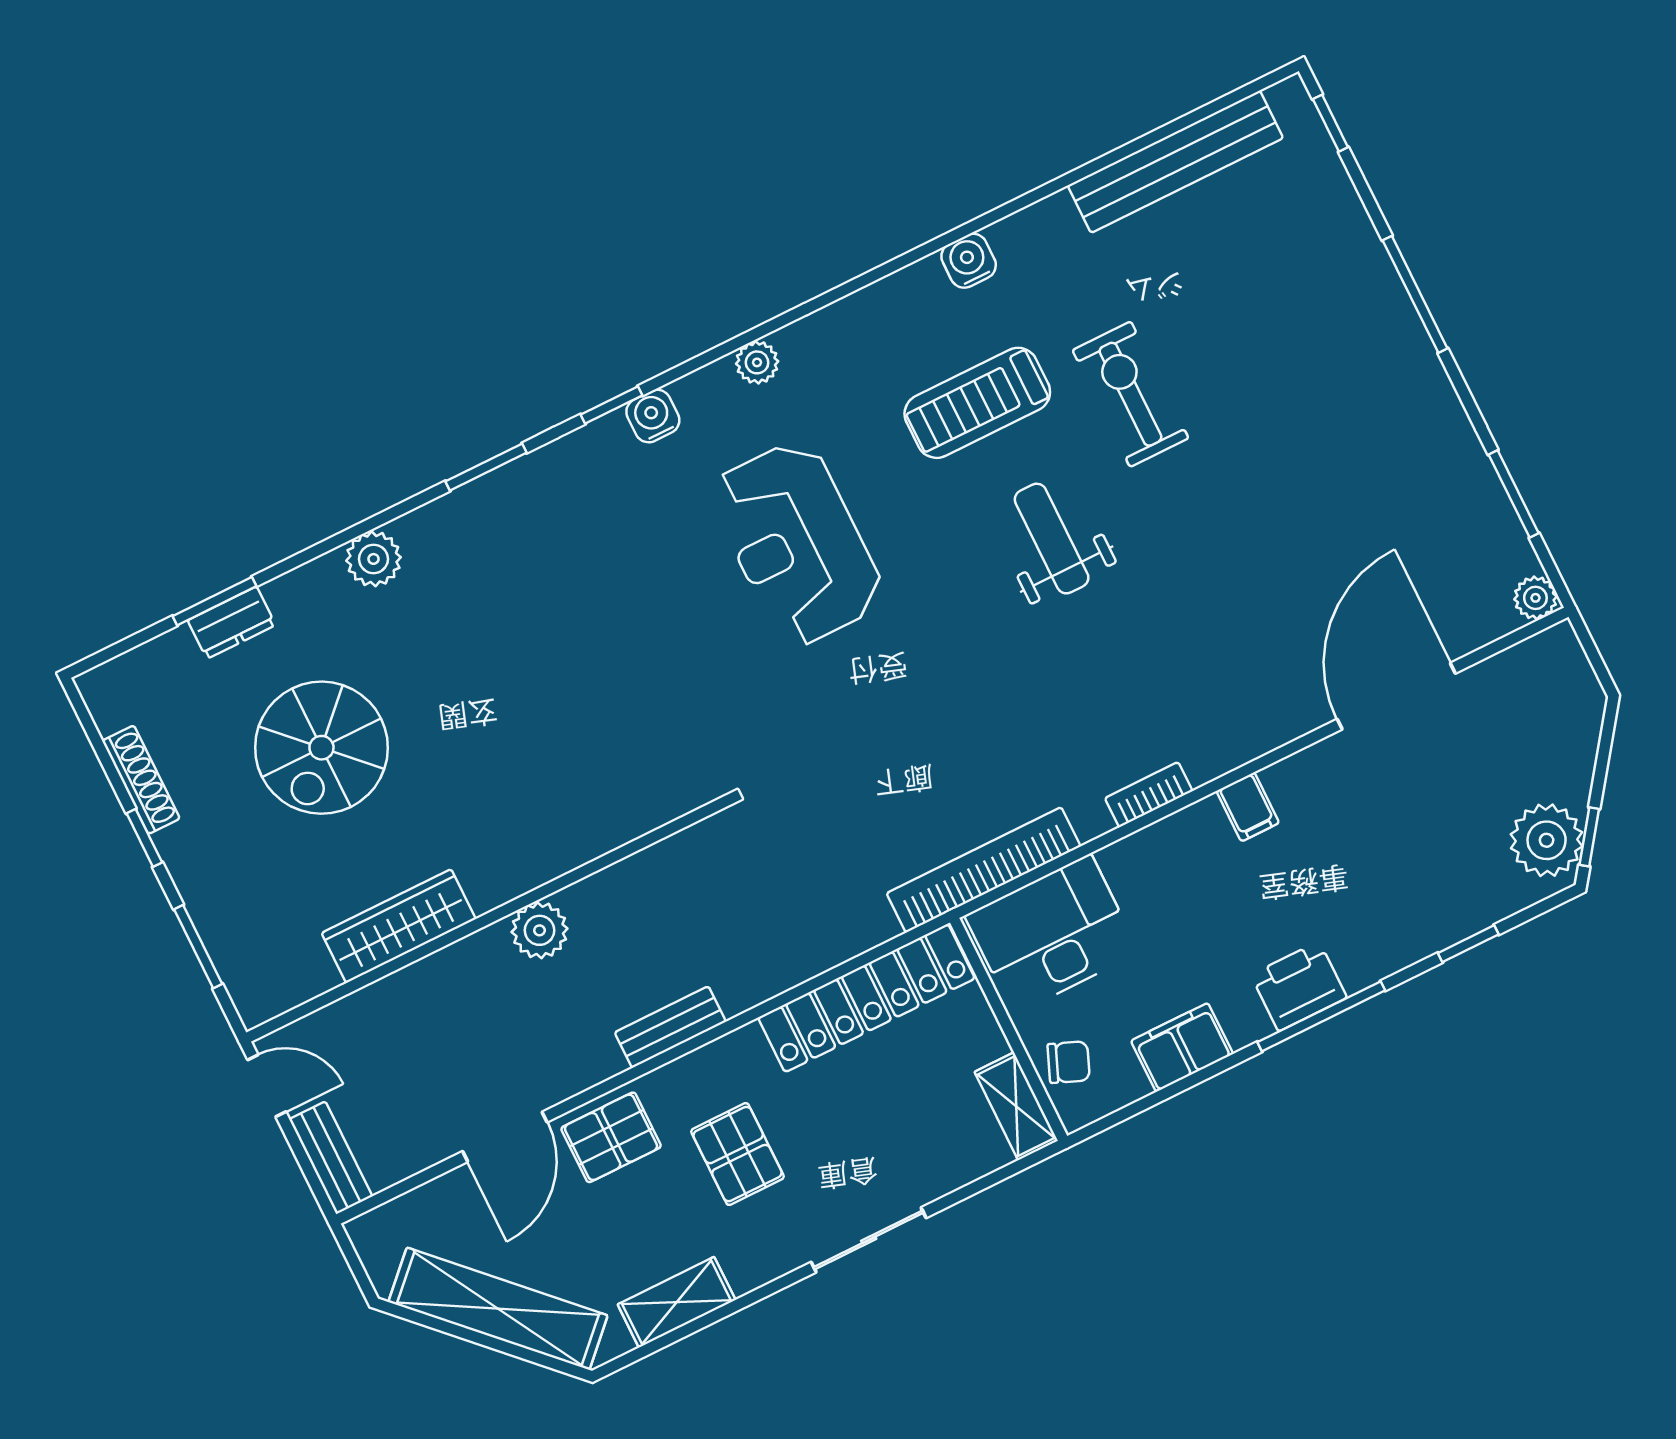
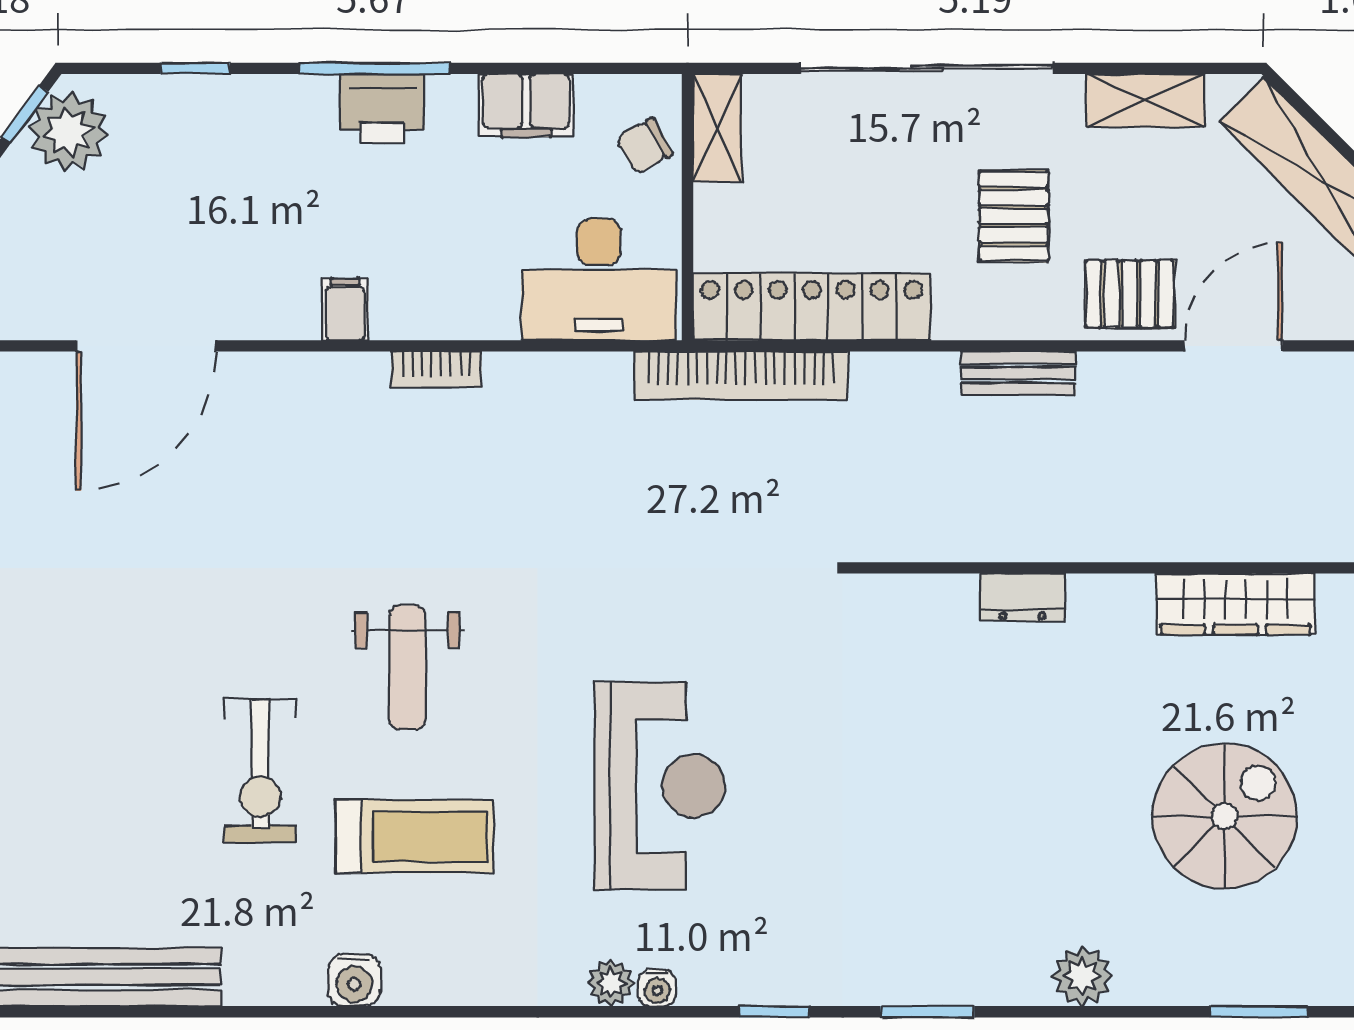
water cooler: (653, 416) -> (657, 988), moved, width x0.72, depth x0.72
dresser: (232, 623) -> (1022, 597), moved, turned 180
bookcase: (984, 870) -> (741, 376), moved
plant: (540, 930) -> (1099, 531), removed
chair: (1069, 1062) -> (645, 146), turned -51
sliding door: (869, 1240) -> (927, 68), width x1.86

